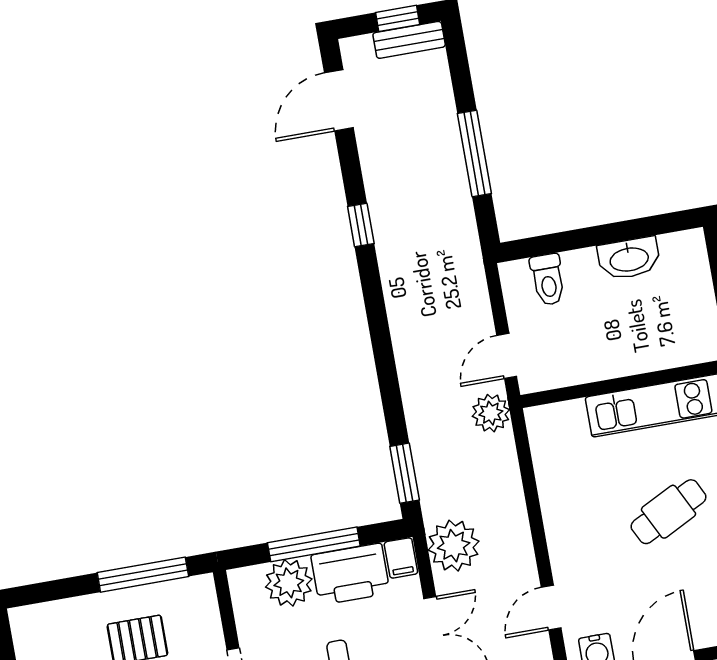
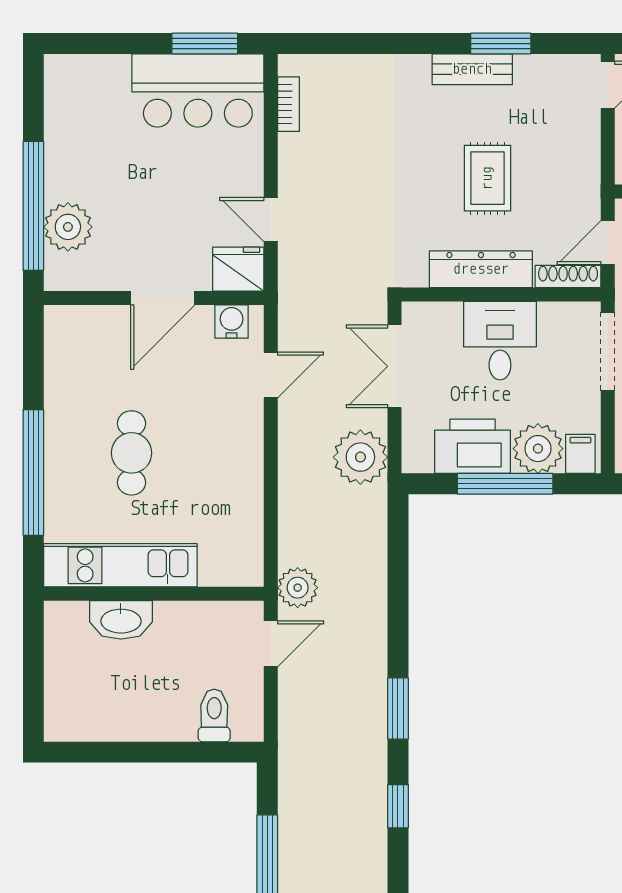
washbasin: (629, 258) -> (121, 620), moved, turned 180
window: (405, 473) -> (398, 709), moved
cafe table: (669, 512) -> (132, 453), turned -63
filing cabinet: (401, 558) -> (580, 454), moved

